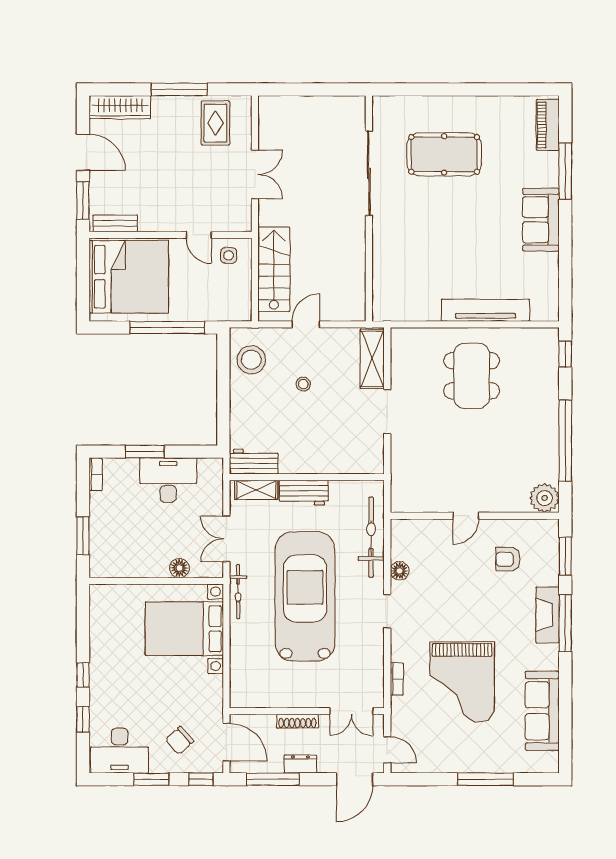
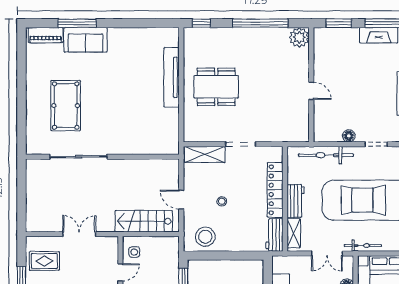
sofa: (541, 220) -> (86, 40), moved
locker: (320, 463) -> (275, 190), added
armchair: (508, 559) -> (341, 62), removed

